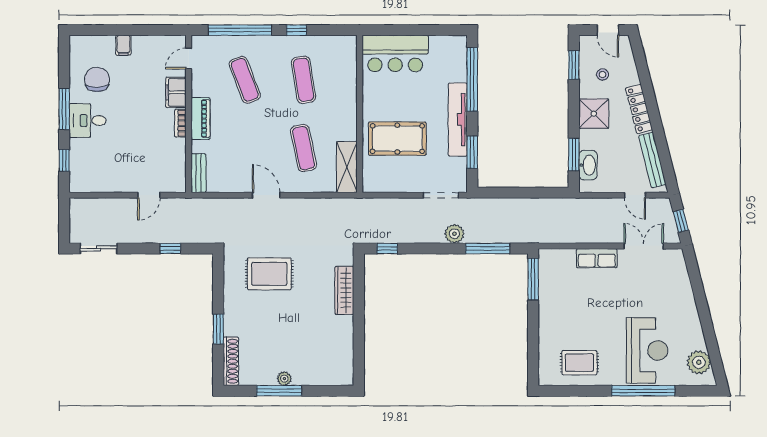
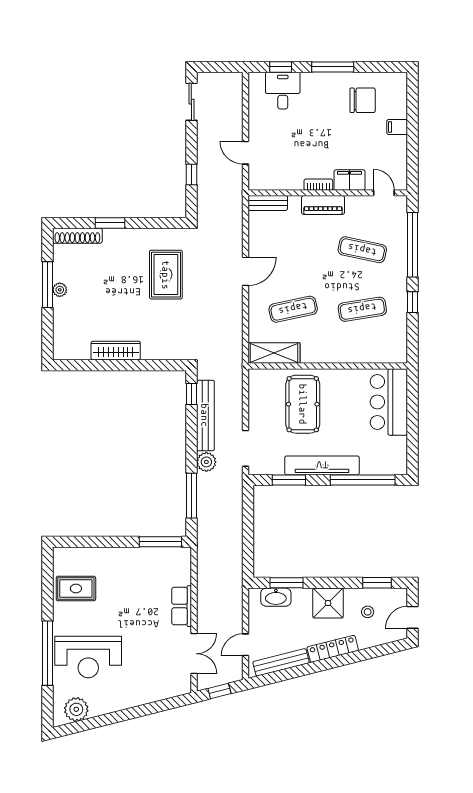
exercise mat: (245, 80) -> (362, 250), turned 33
desk: (88, 121) -> (283, 91), moved
bench: (408, 235) -> (205, 415), added
wardrobe: (344, 290) -> (116, 351), moved
rug: (579, 363) -> (76, 588), turned 90

